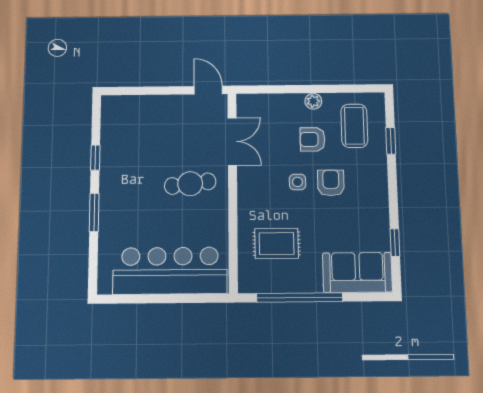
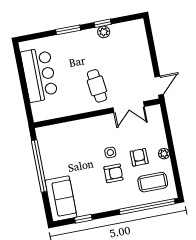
window: (391, 141) -> (147, 207), width x3.17
plant: (109, 158) -> (104, 32), added
rug: (277, 244) -> (69, 146), removed
bar counter: (170, 271) -> (39, 75), width x0.73

